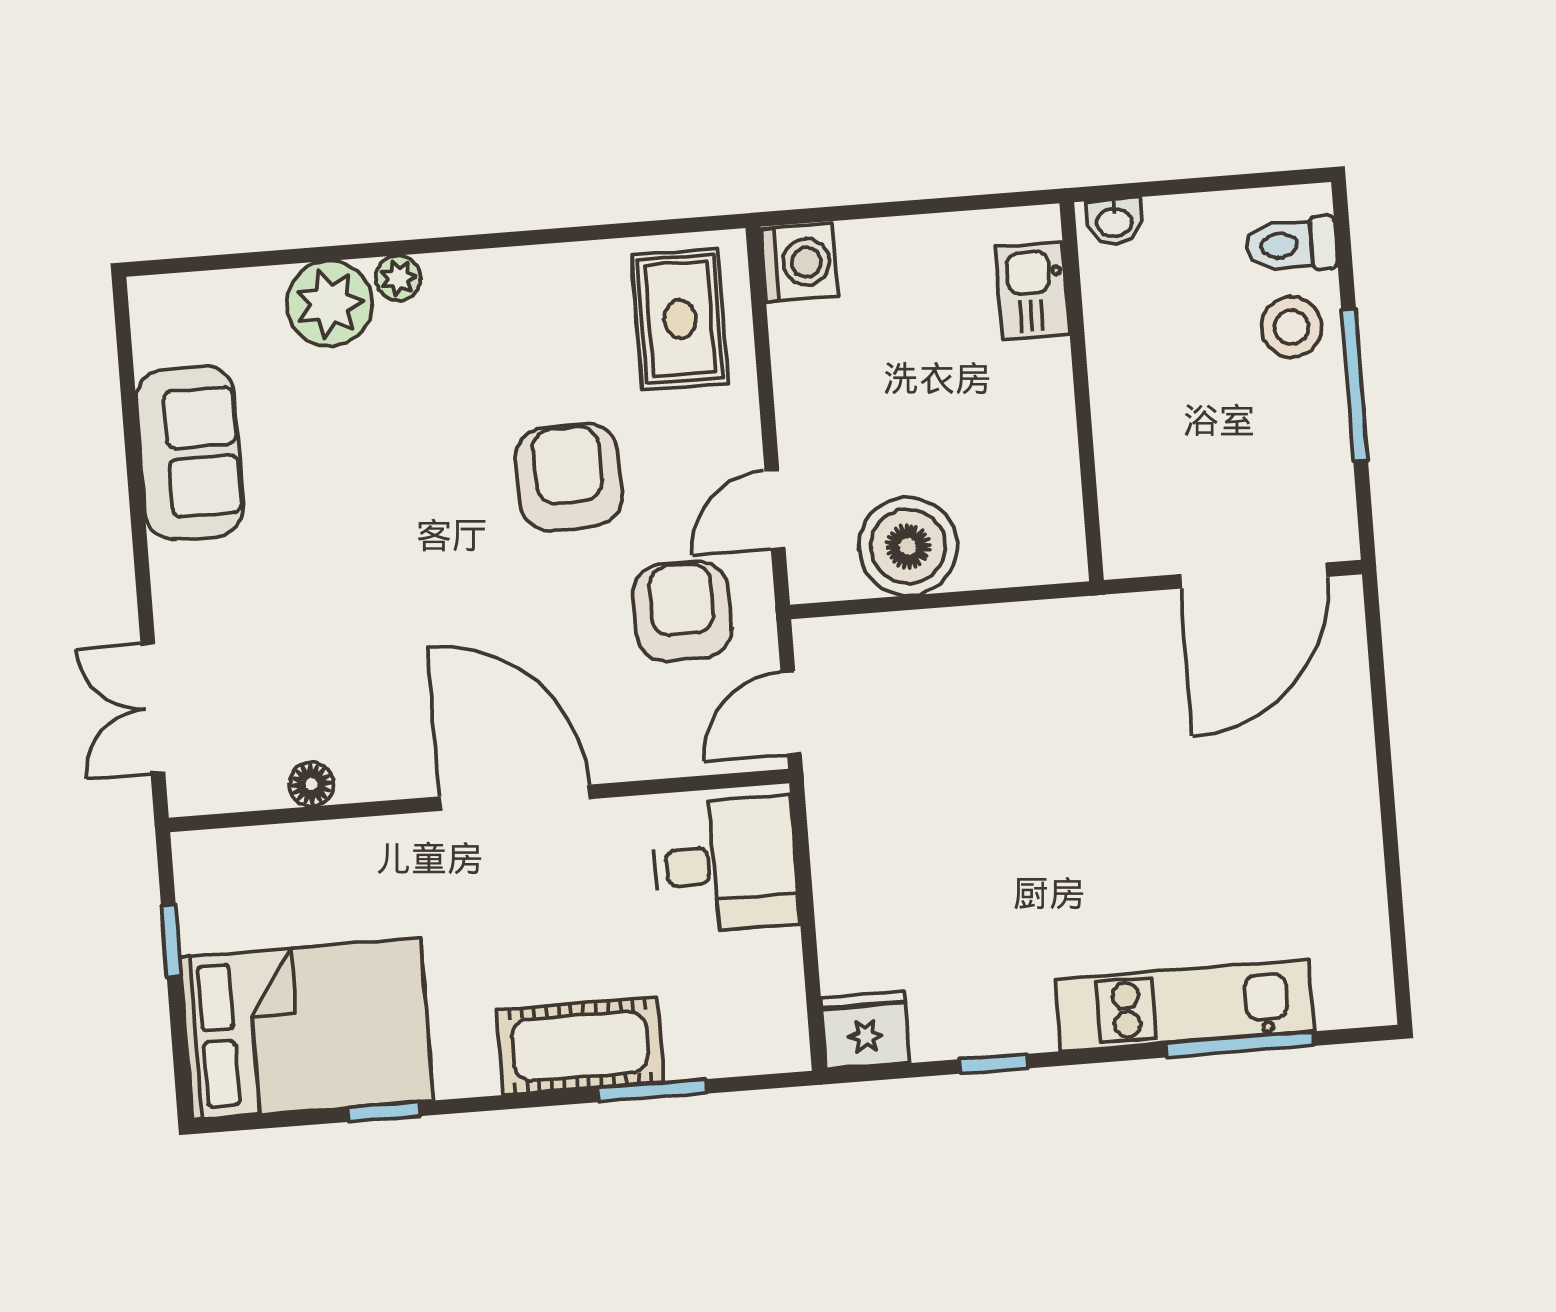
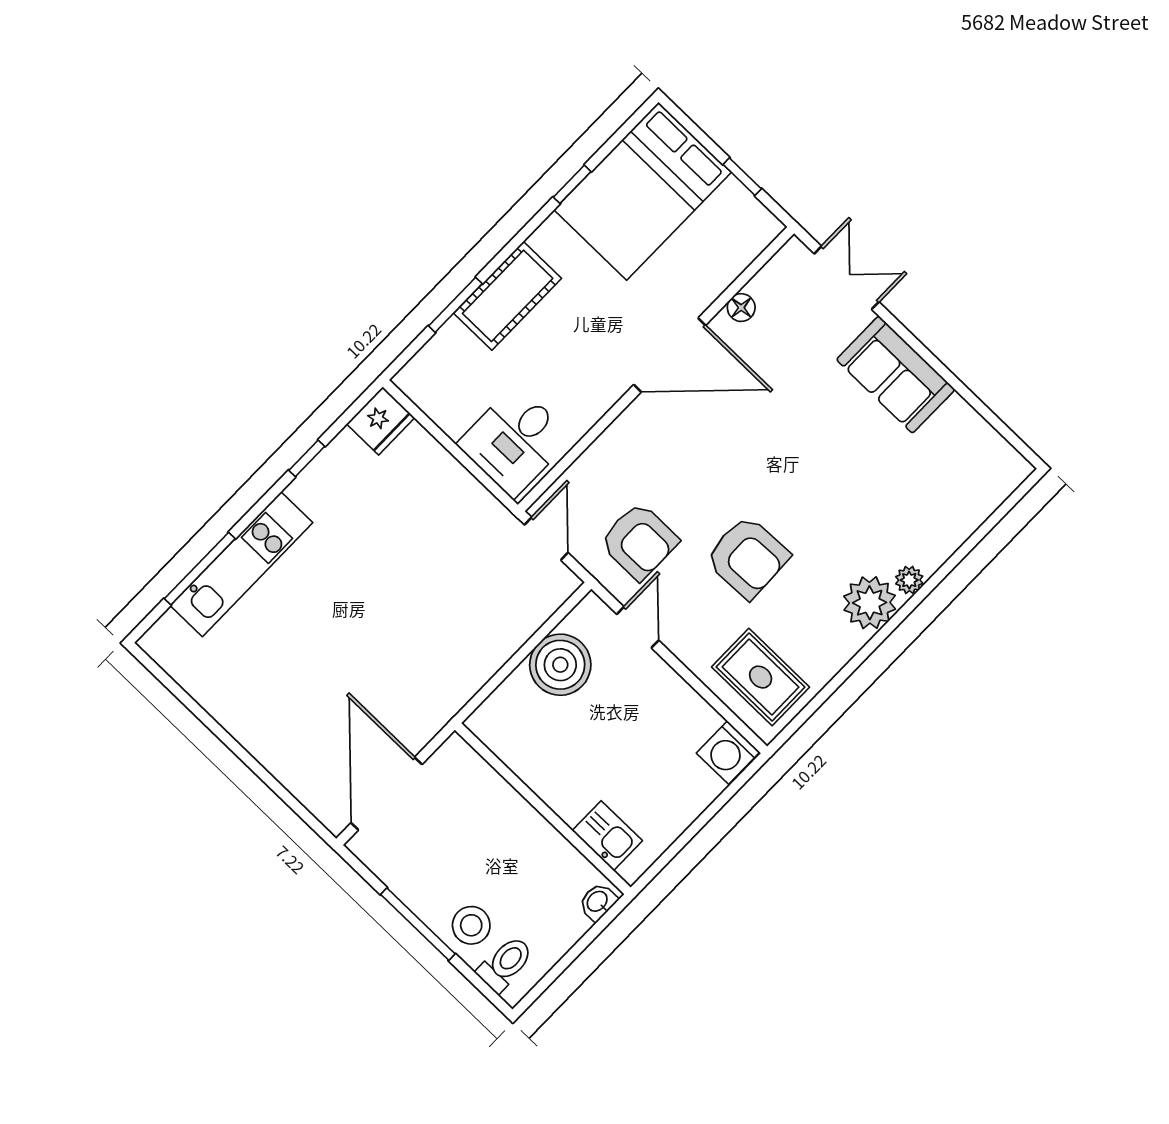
plant: (330, 304) -> (870, 603), moved
sofa: (190, 453) -> (896, 375), moved
door: (515, 798) -> (670, 355), moved

